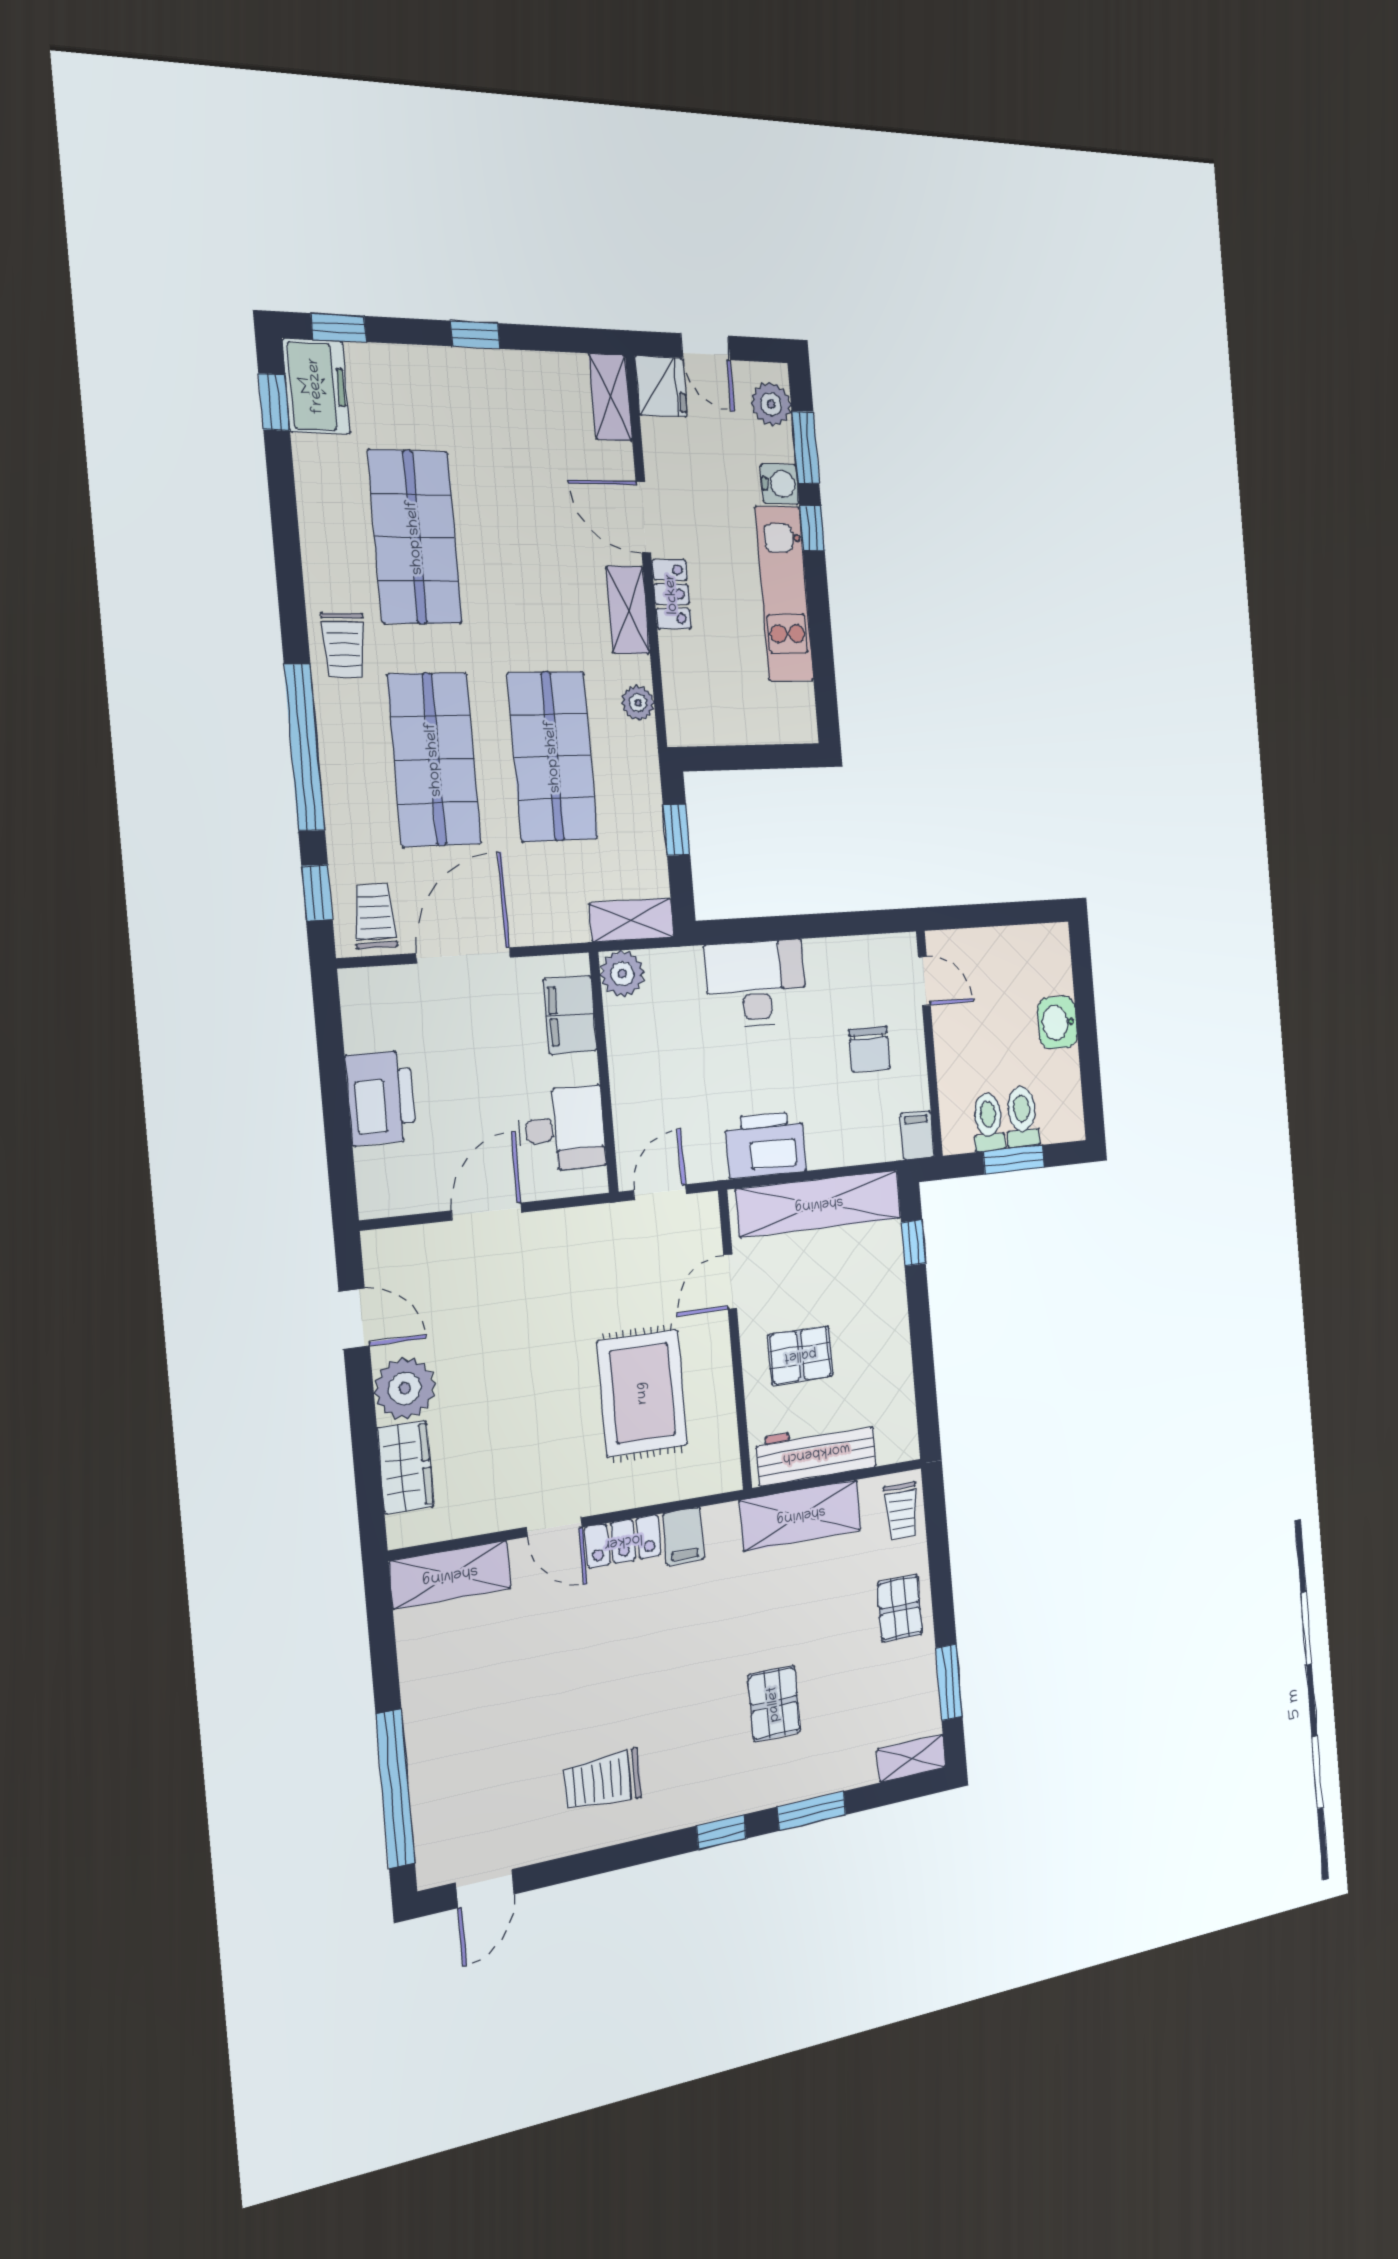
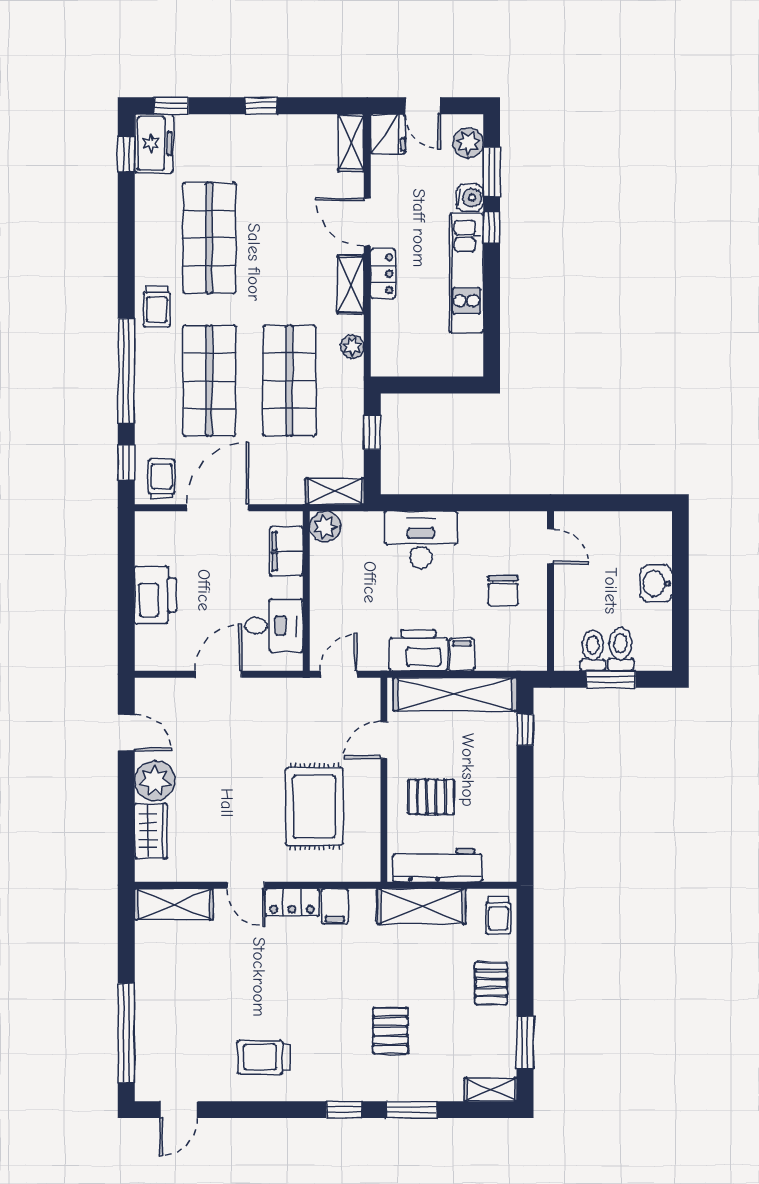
filing cabinet: (917, 1135) -> (462, 655), moved

